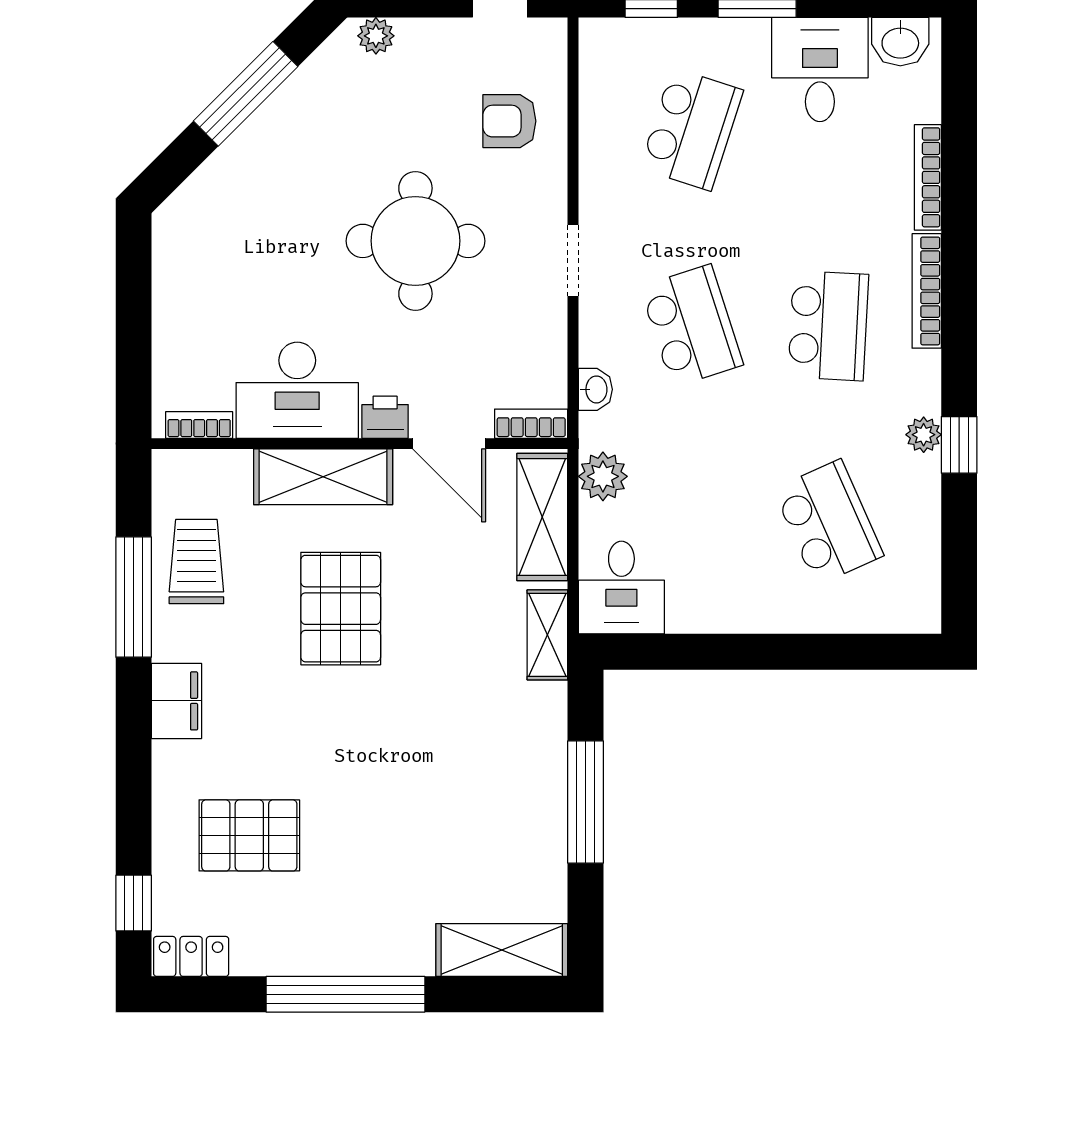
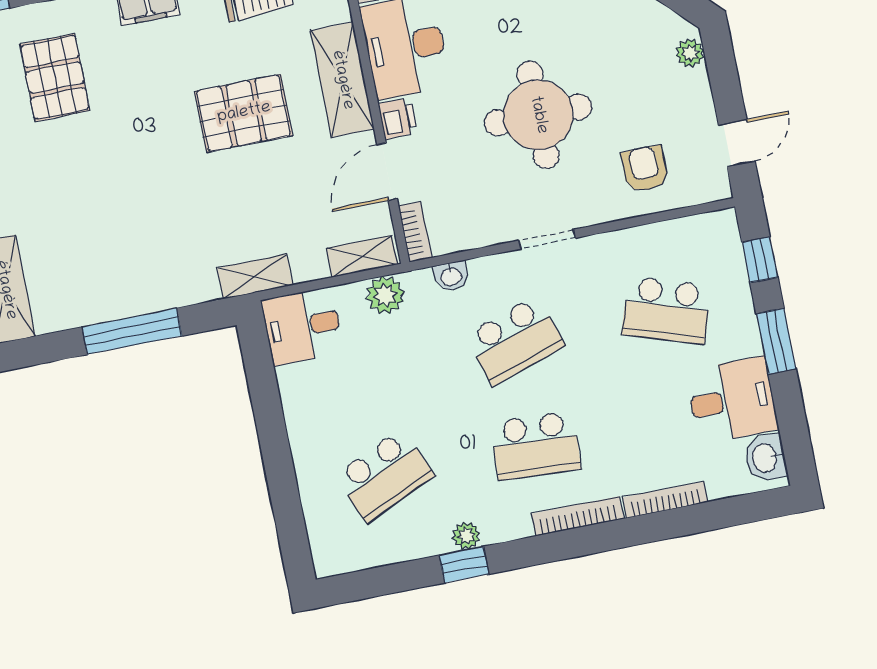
shelving: (542, 517) -> (362, 256), width x0.67, depth x0.75

